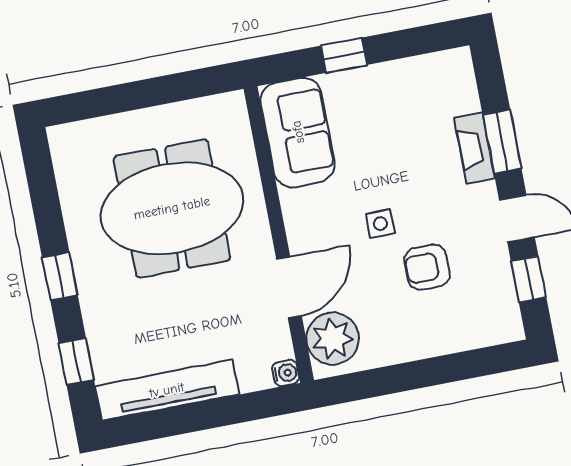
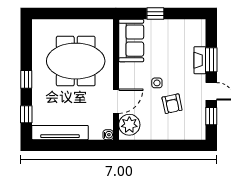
armchair: (427, 267) -> (172, 104), turned -102

